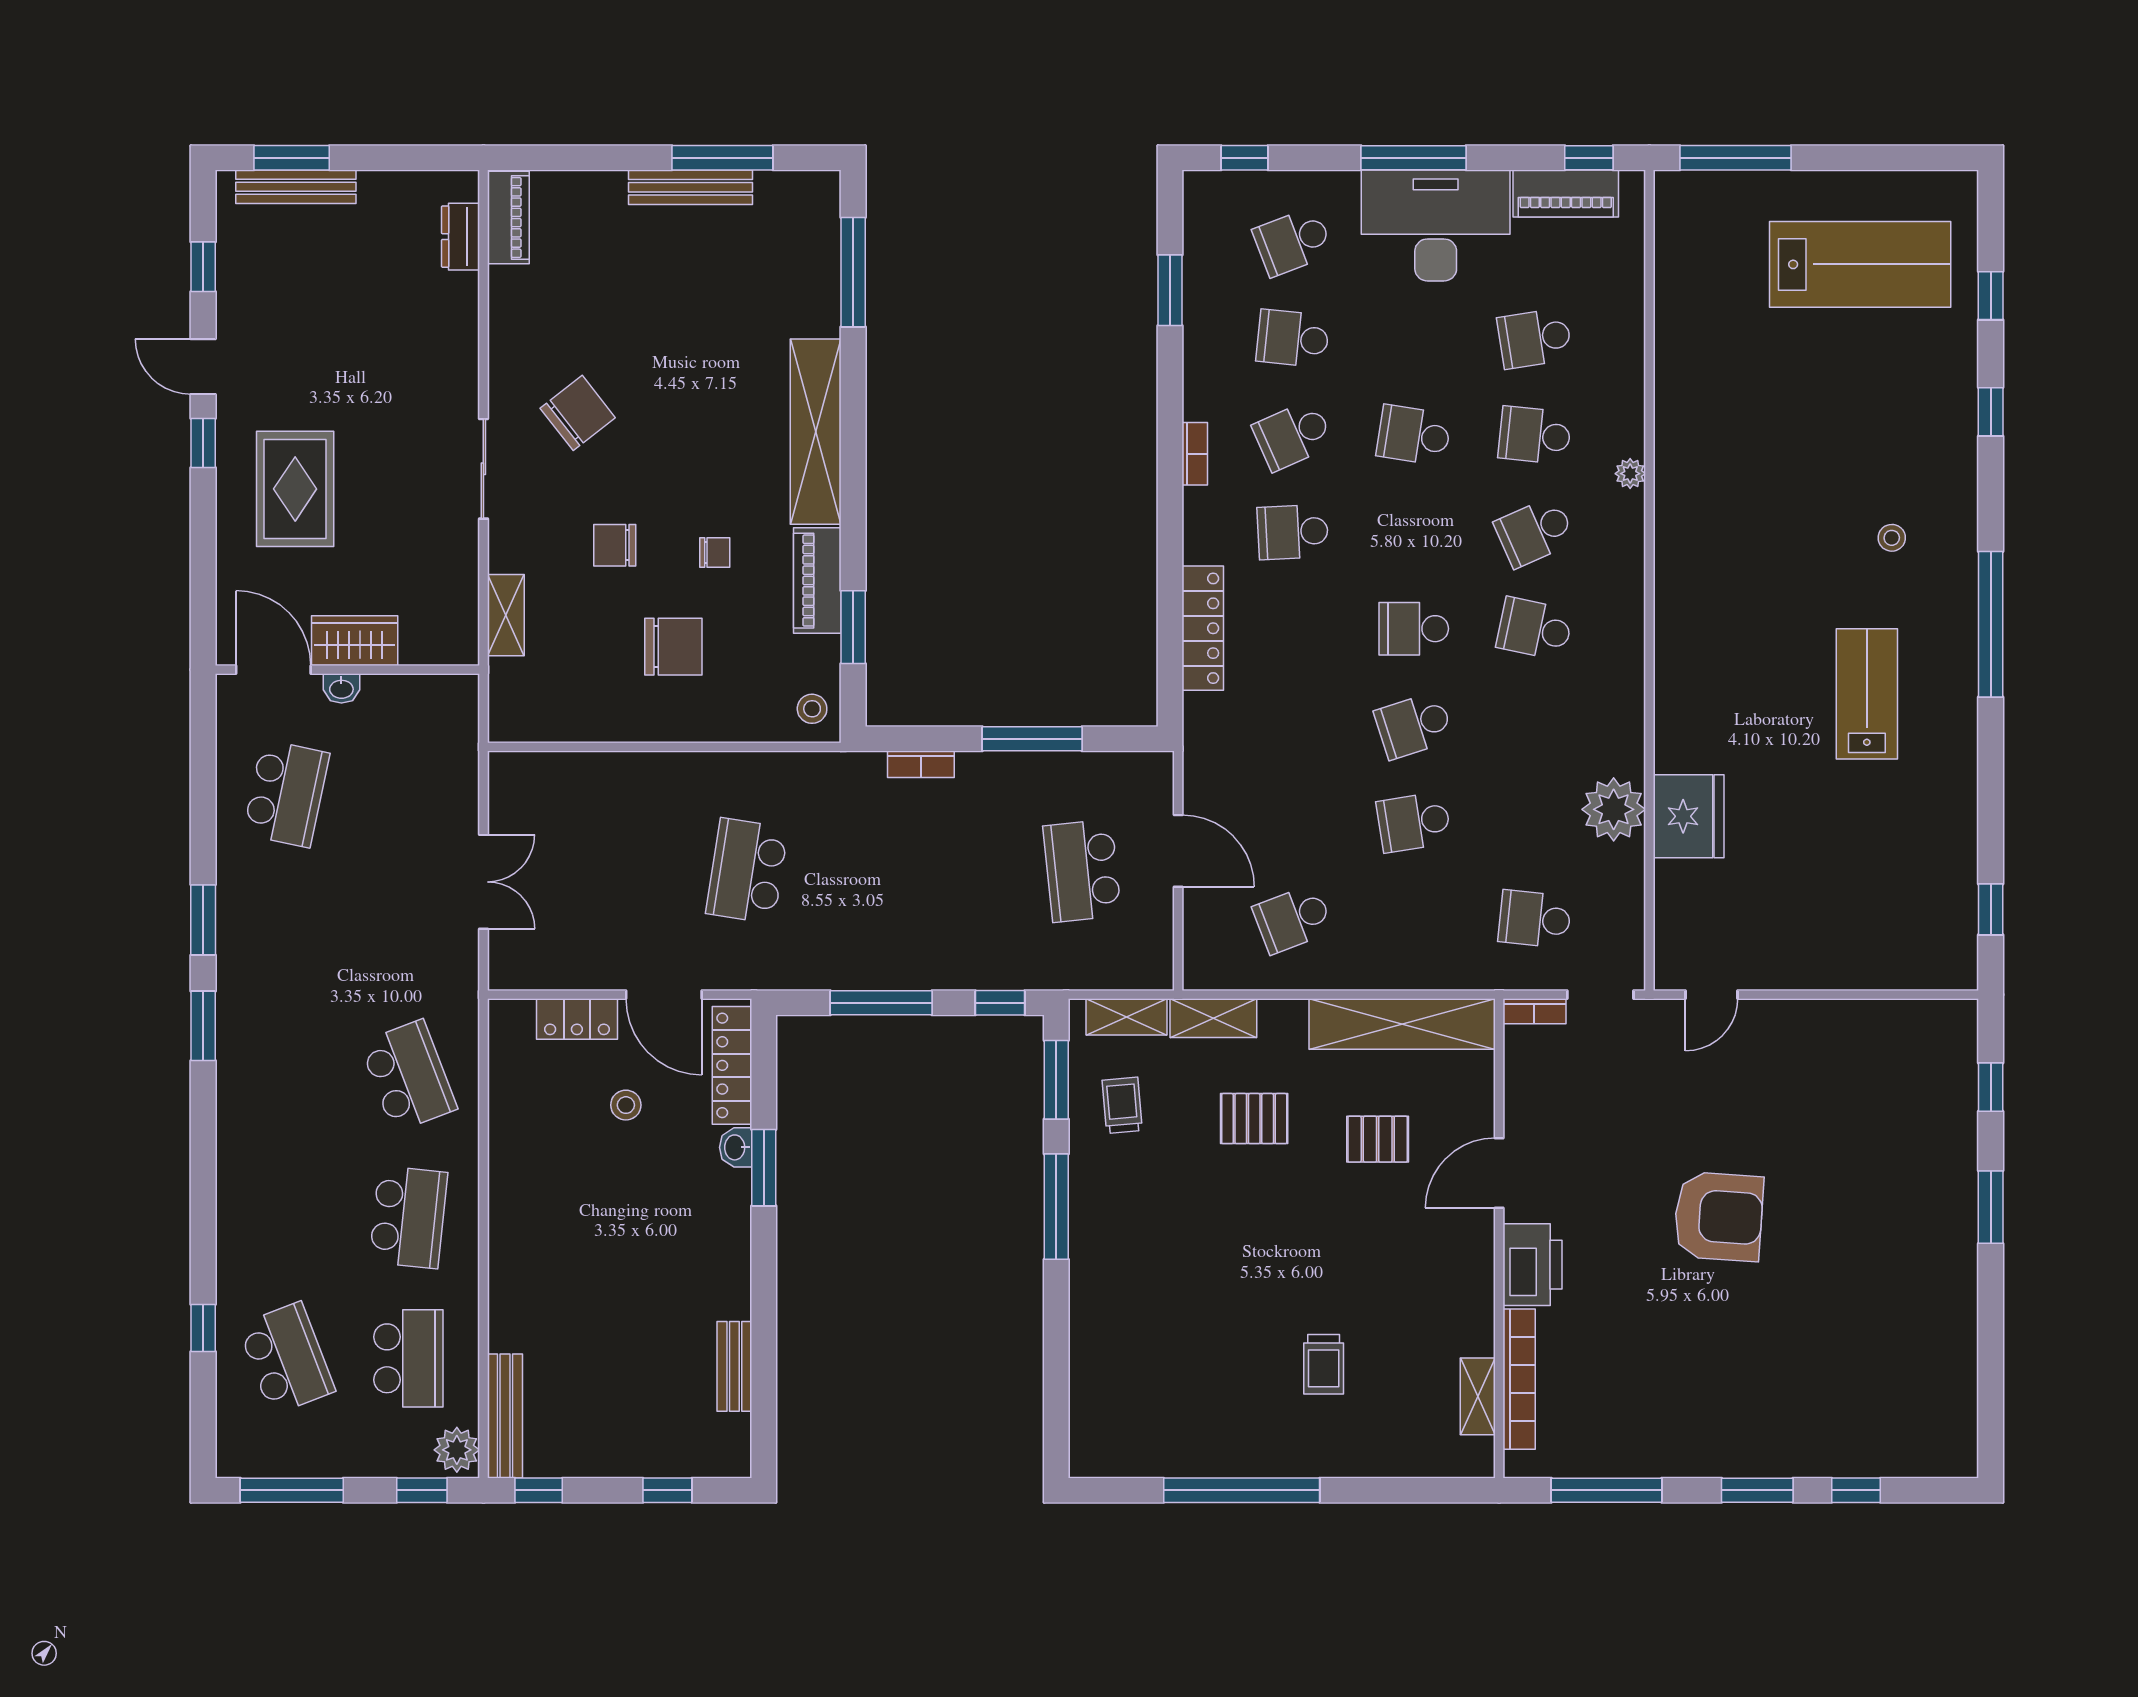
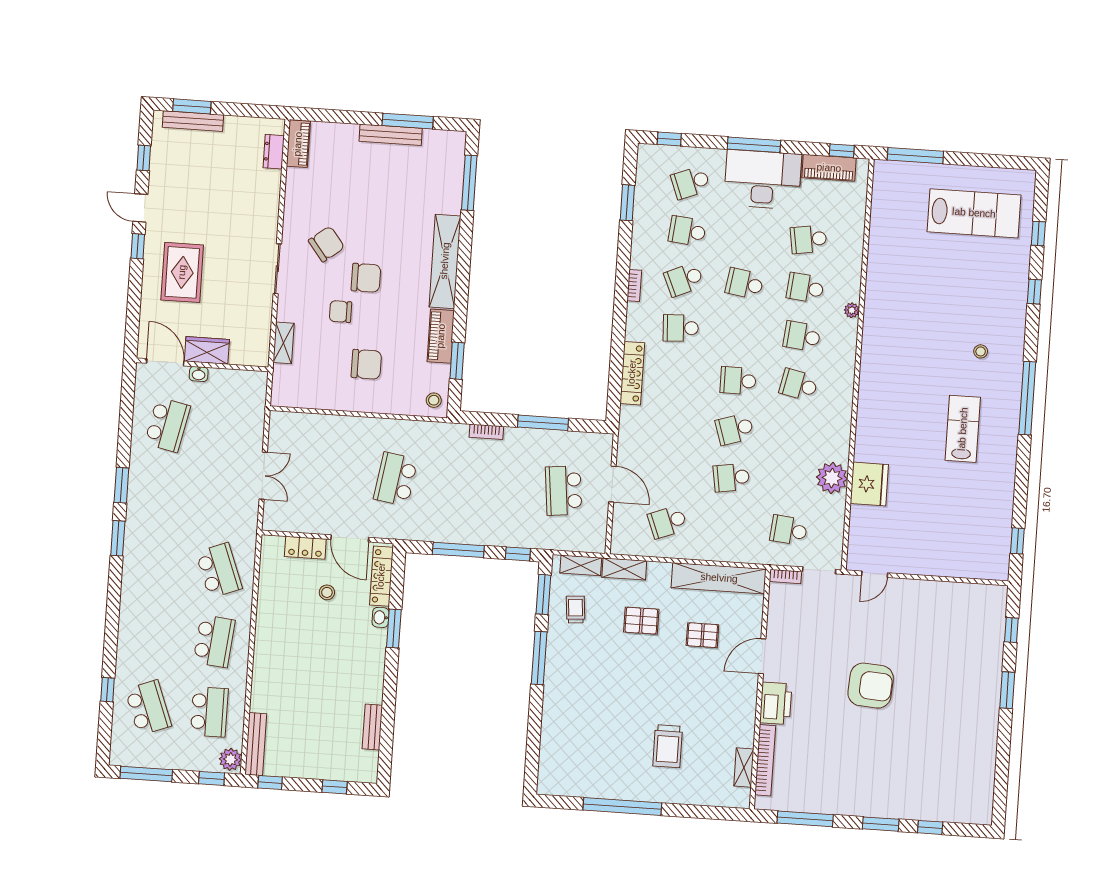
school desk: (1535, 532) -> (802, 336), turned 30
chair: (715, 552) -> (366, 278), moved, width x1.87, depth x1.87
trolley: (1324, 1364) -> (668, 746), width x1.36, depth x1.39

